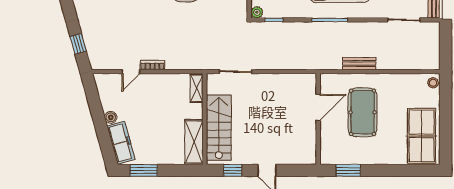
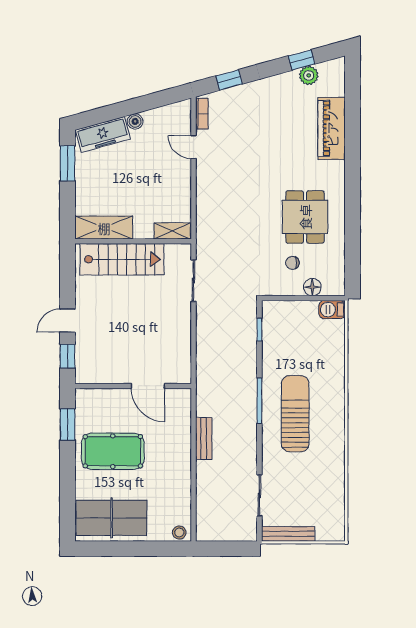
plant: (257, 12) -> (269, 308), removed
bookcase: (152, 65) -> (202, 114), moved
pool table: (363, 112) -> (113, 451), moved
window: (233, 170) -> (67, 356), moved

